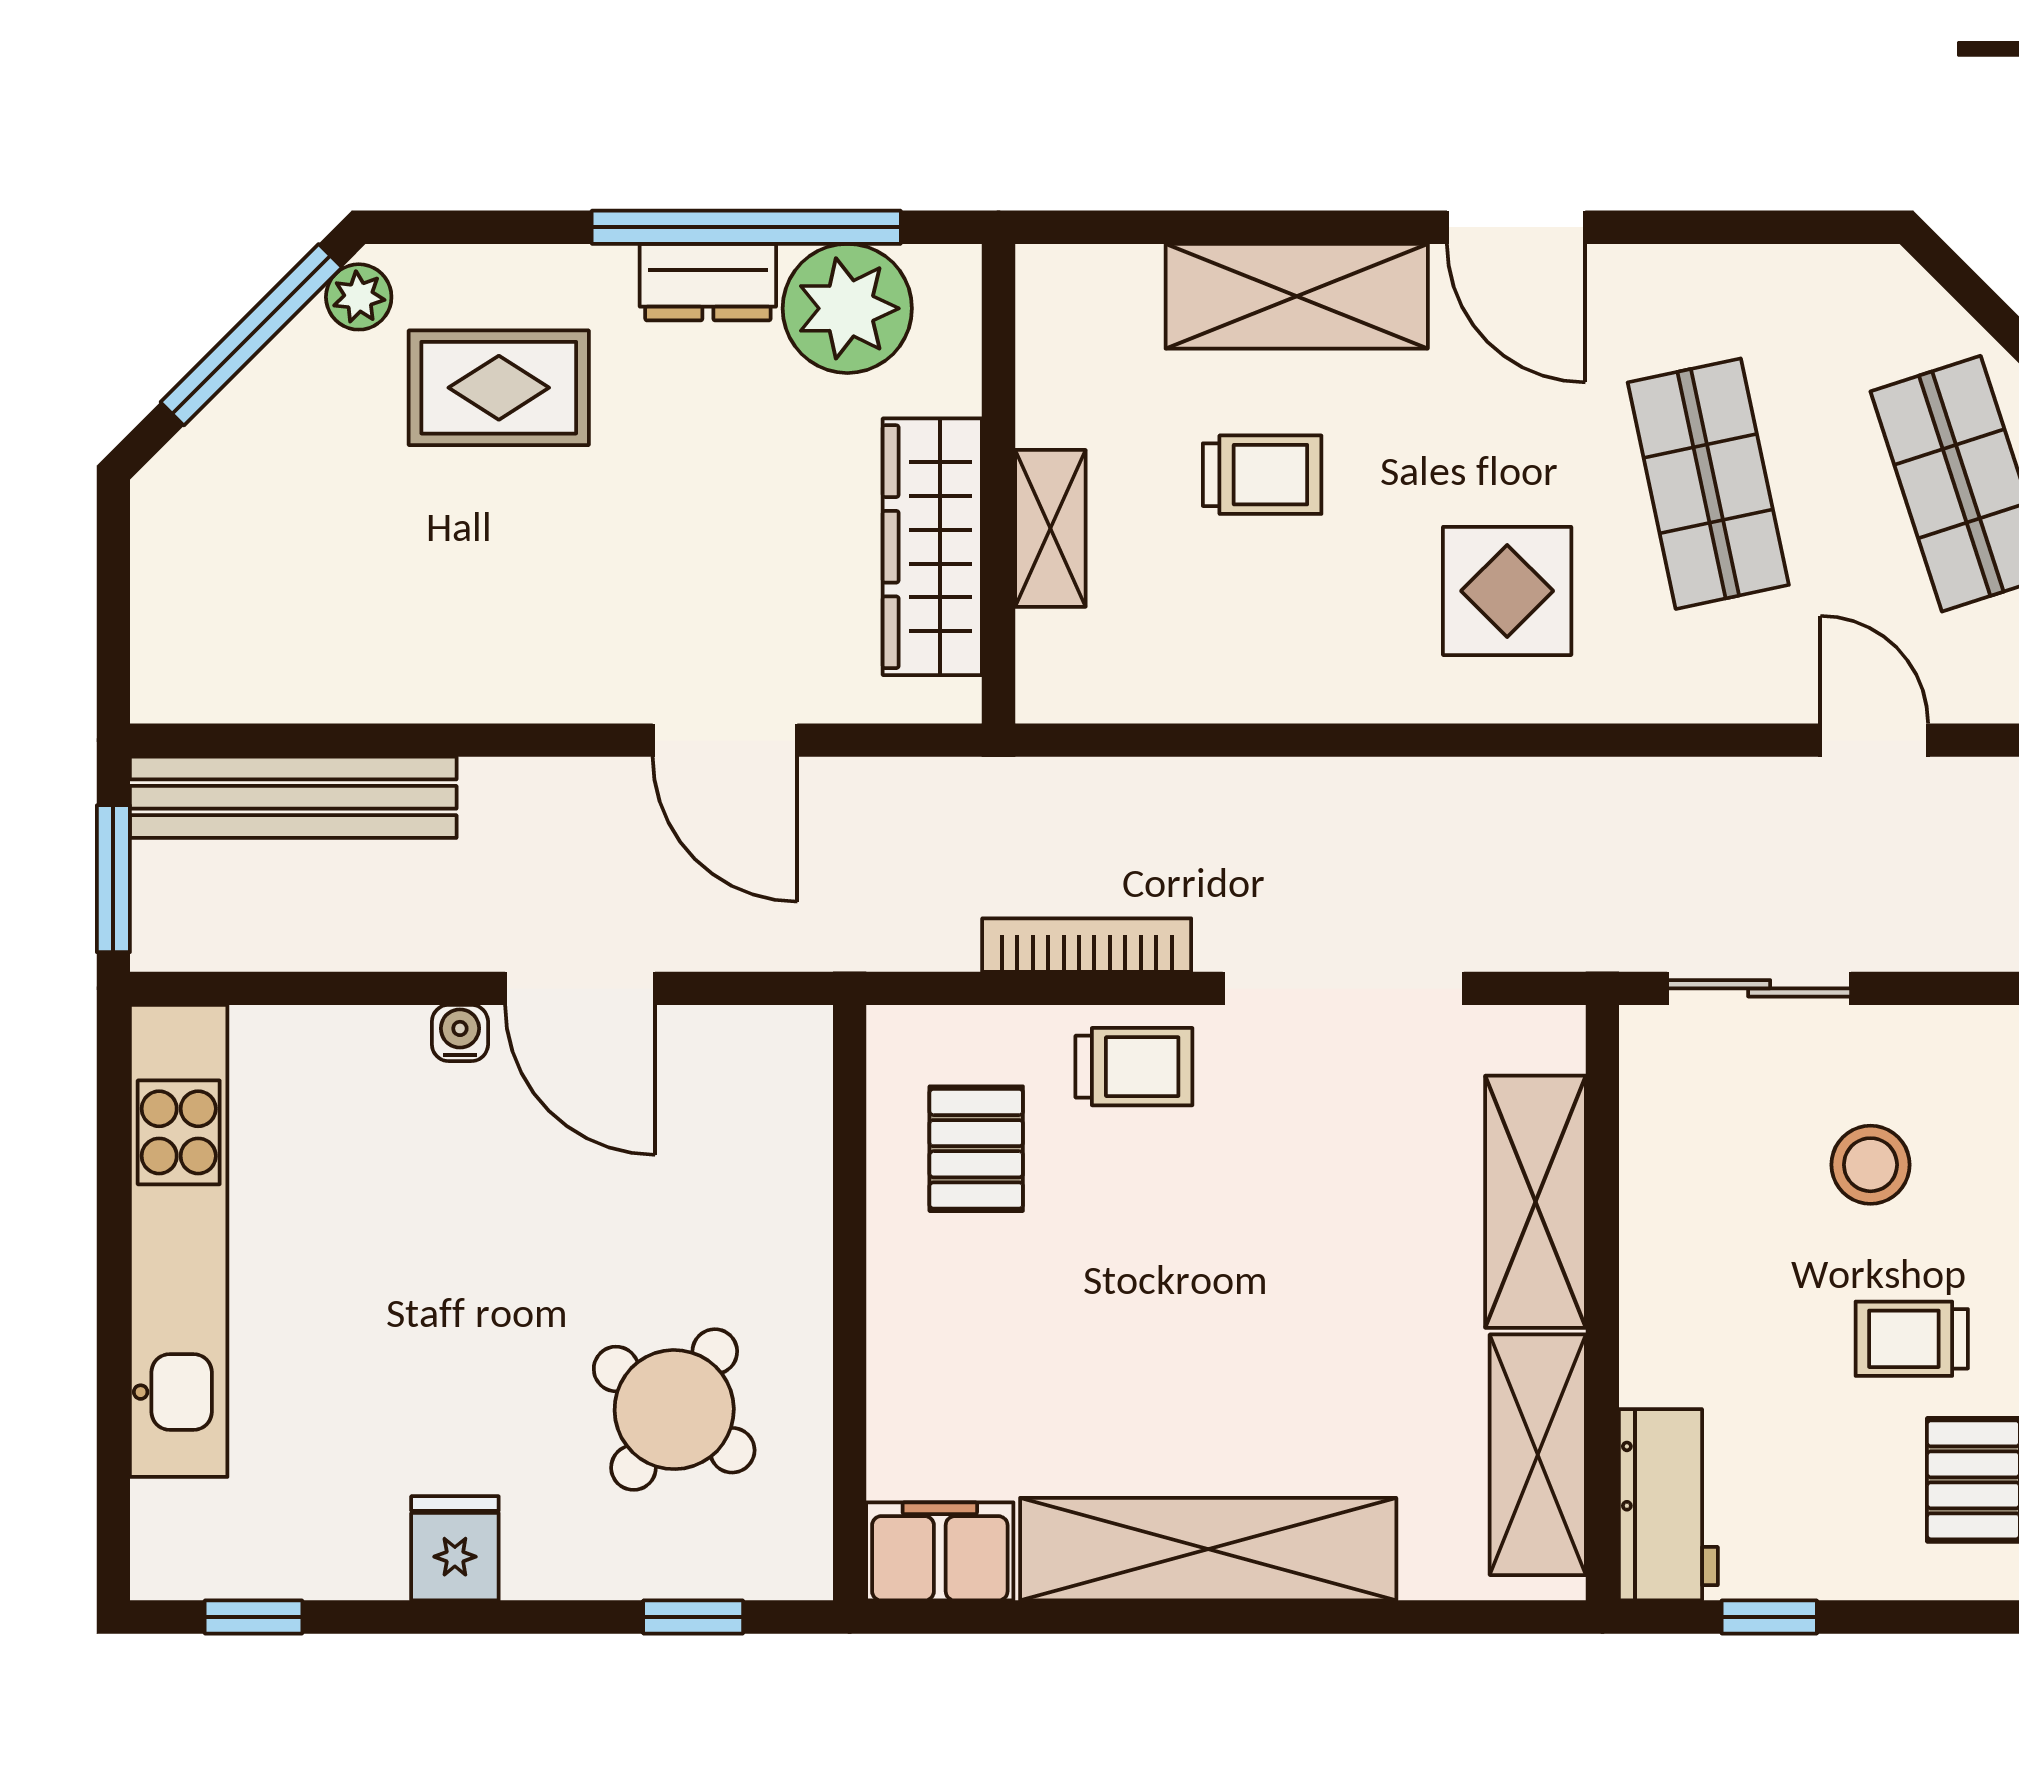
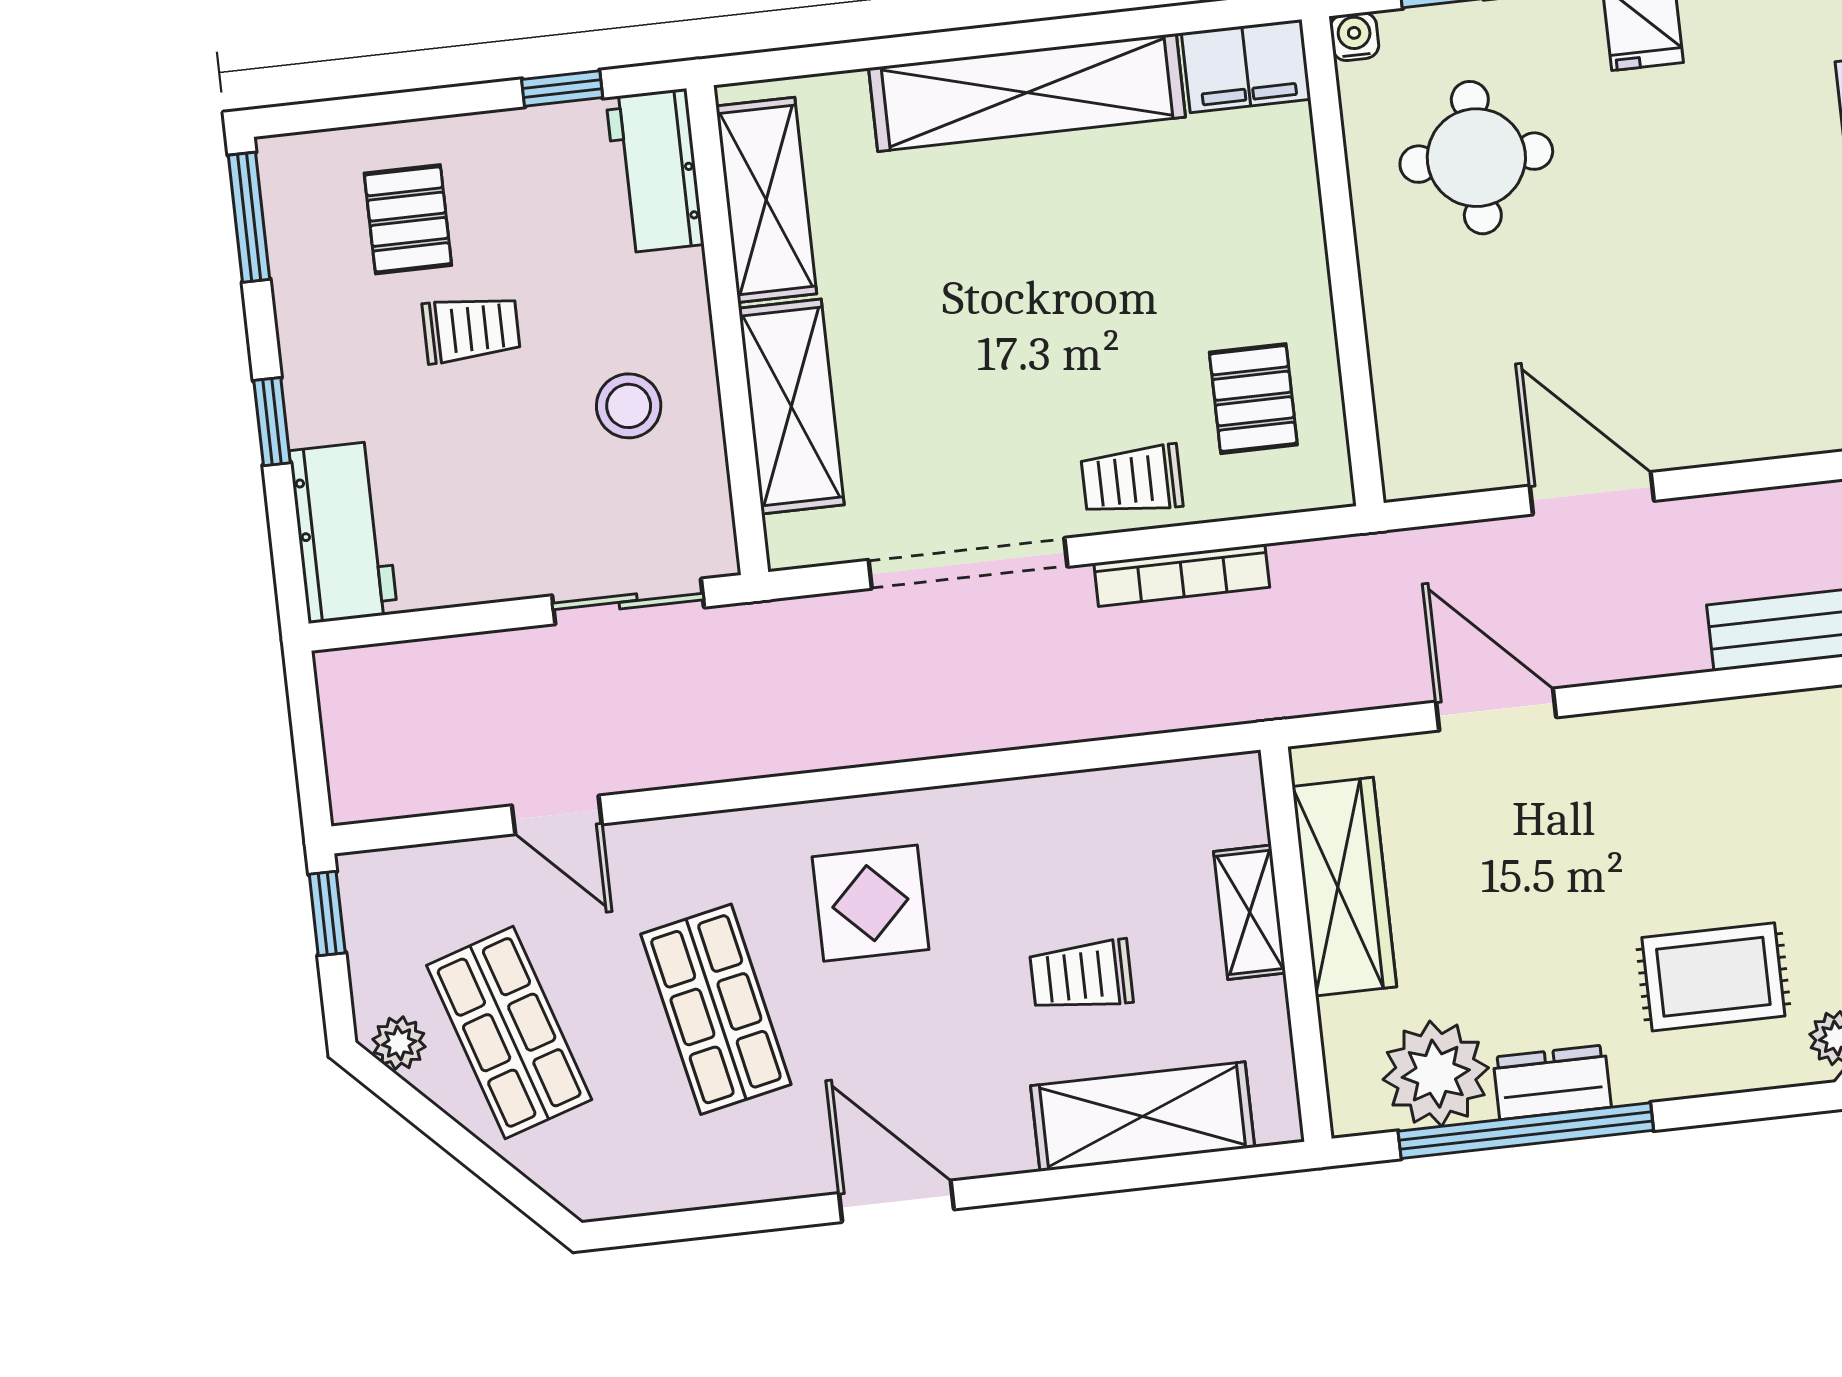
shelving: (1297, 296) -> (1143, 1117), moved
water cooler: (460, 1033) -> (1354, 37), moved, turned 180
stool: (1870, 1165) -> (629, 406), moved
round table: (674, 1410) -> (1476, 158), turned -35

